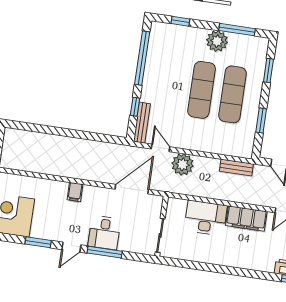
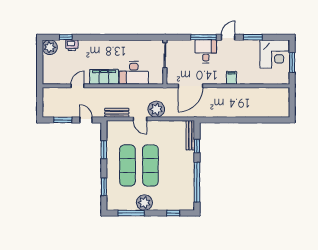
door: (161, 148) -> (140, 119), moved

